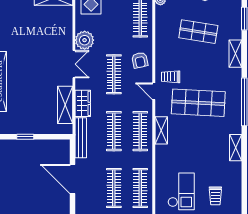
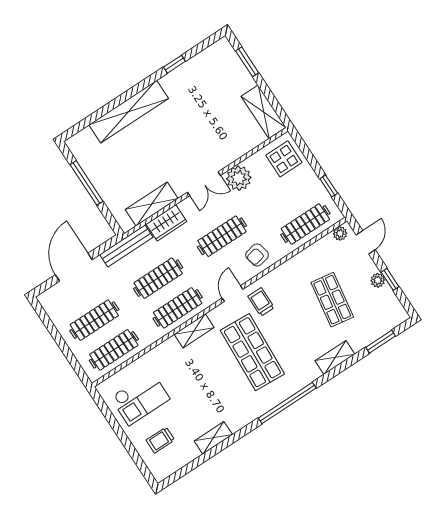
window: (25, 137) -> (86, 183), width x2.17
shelving: (236, 148) -> (213, 438), moved

